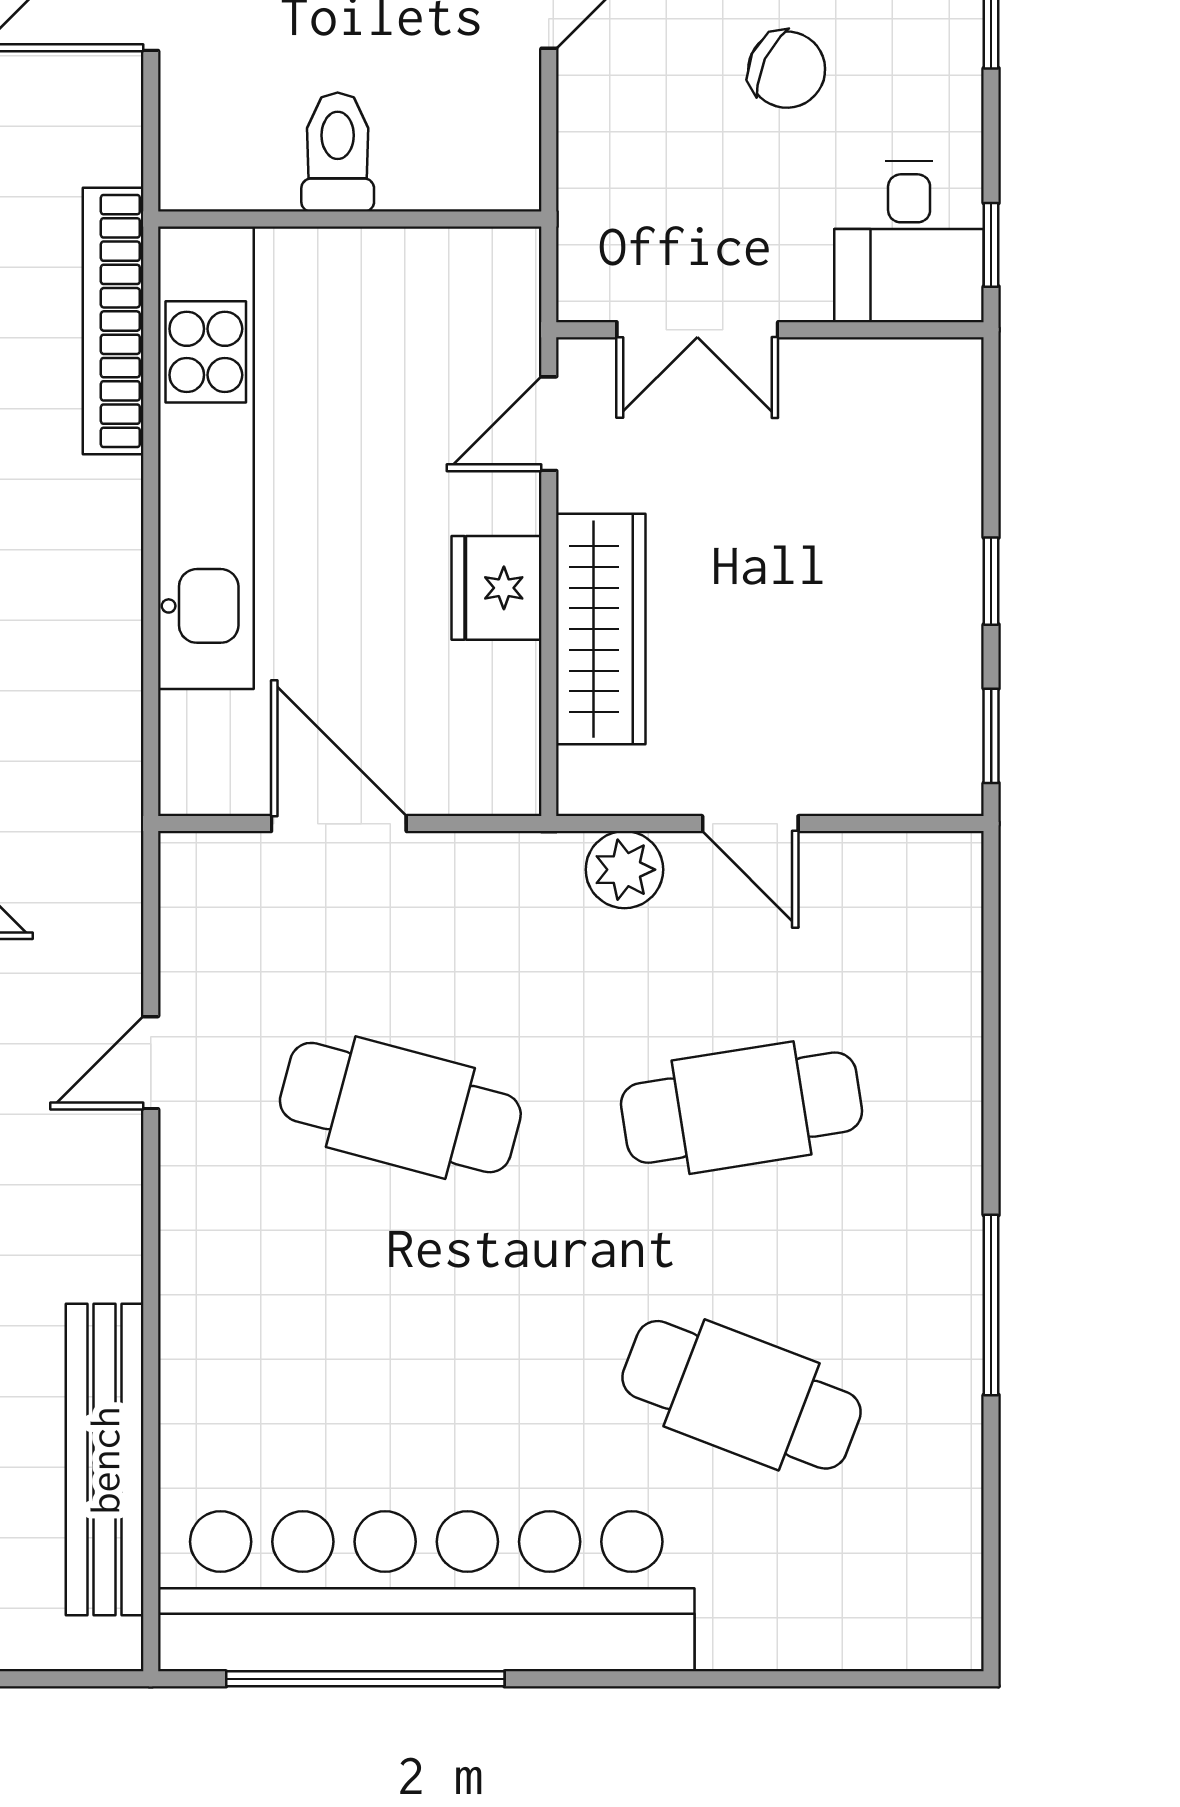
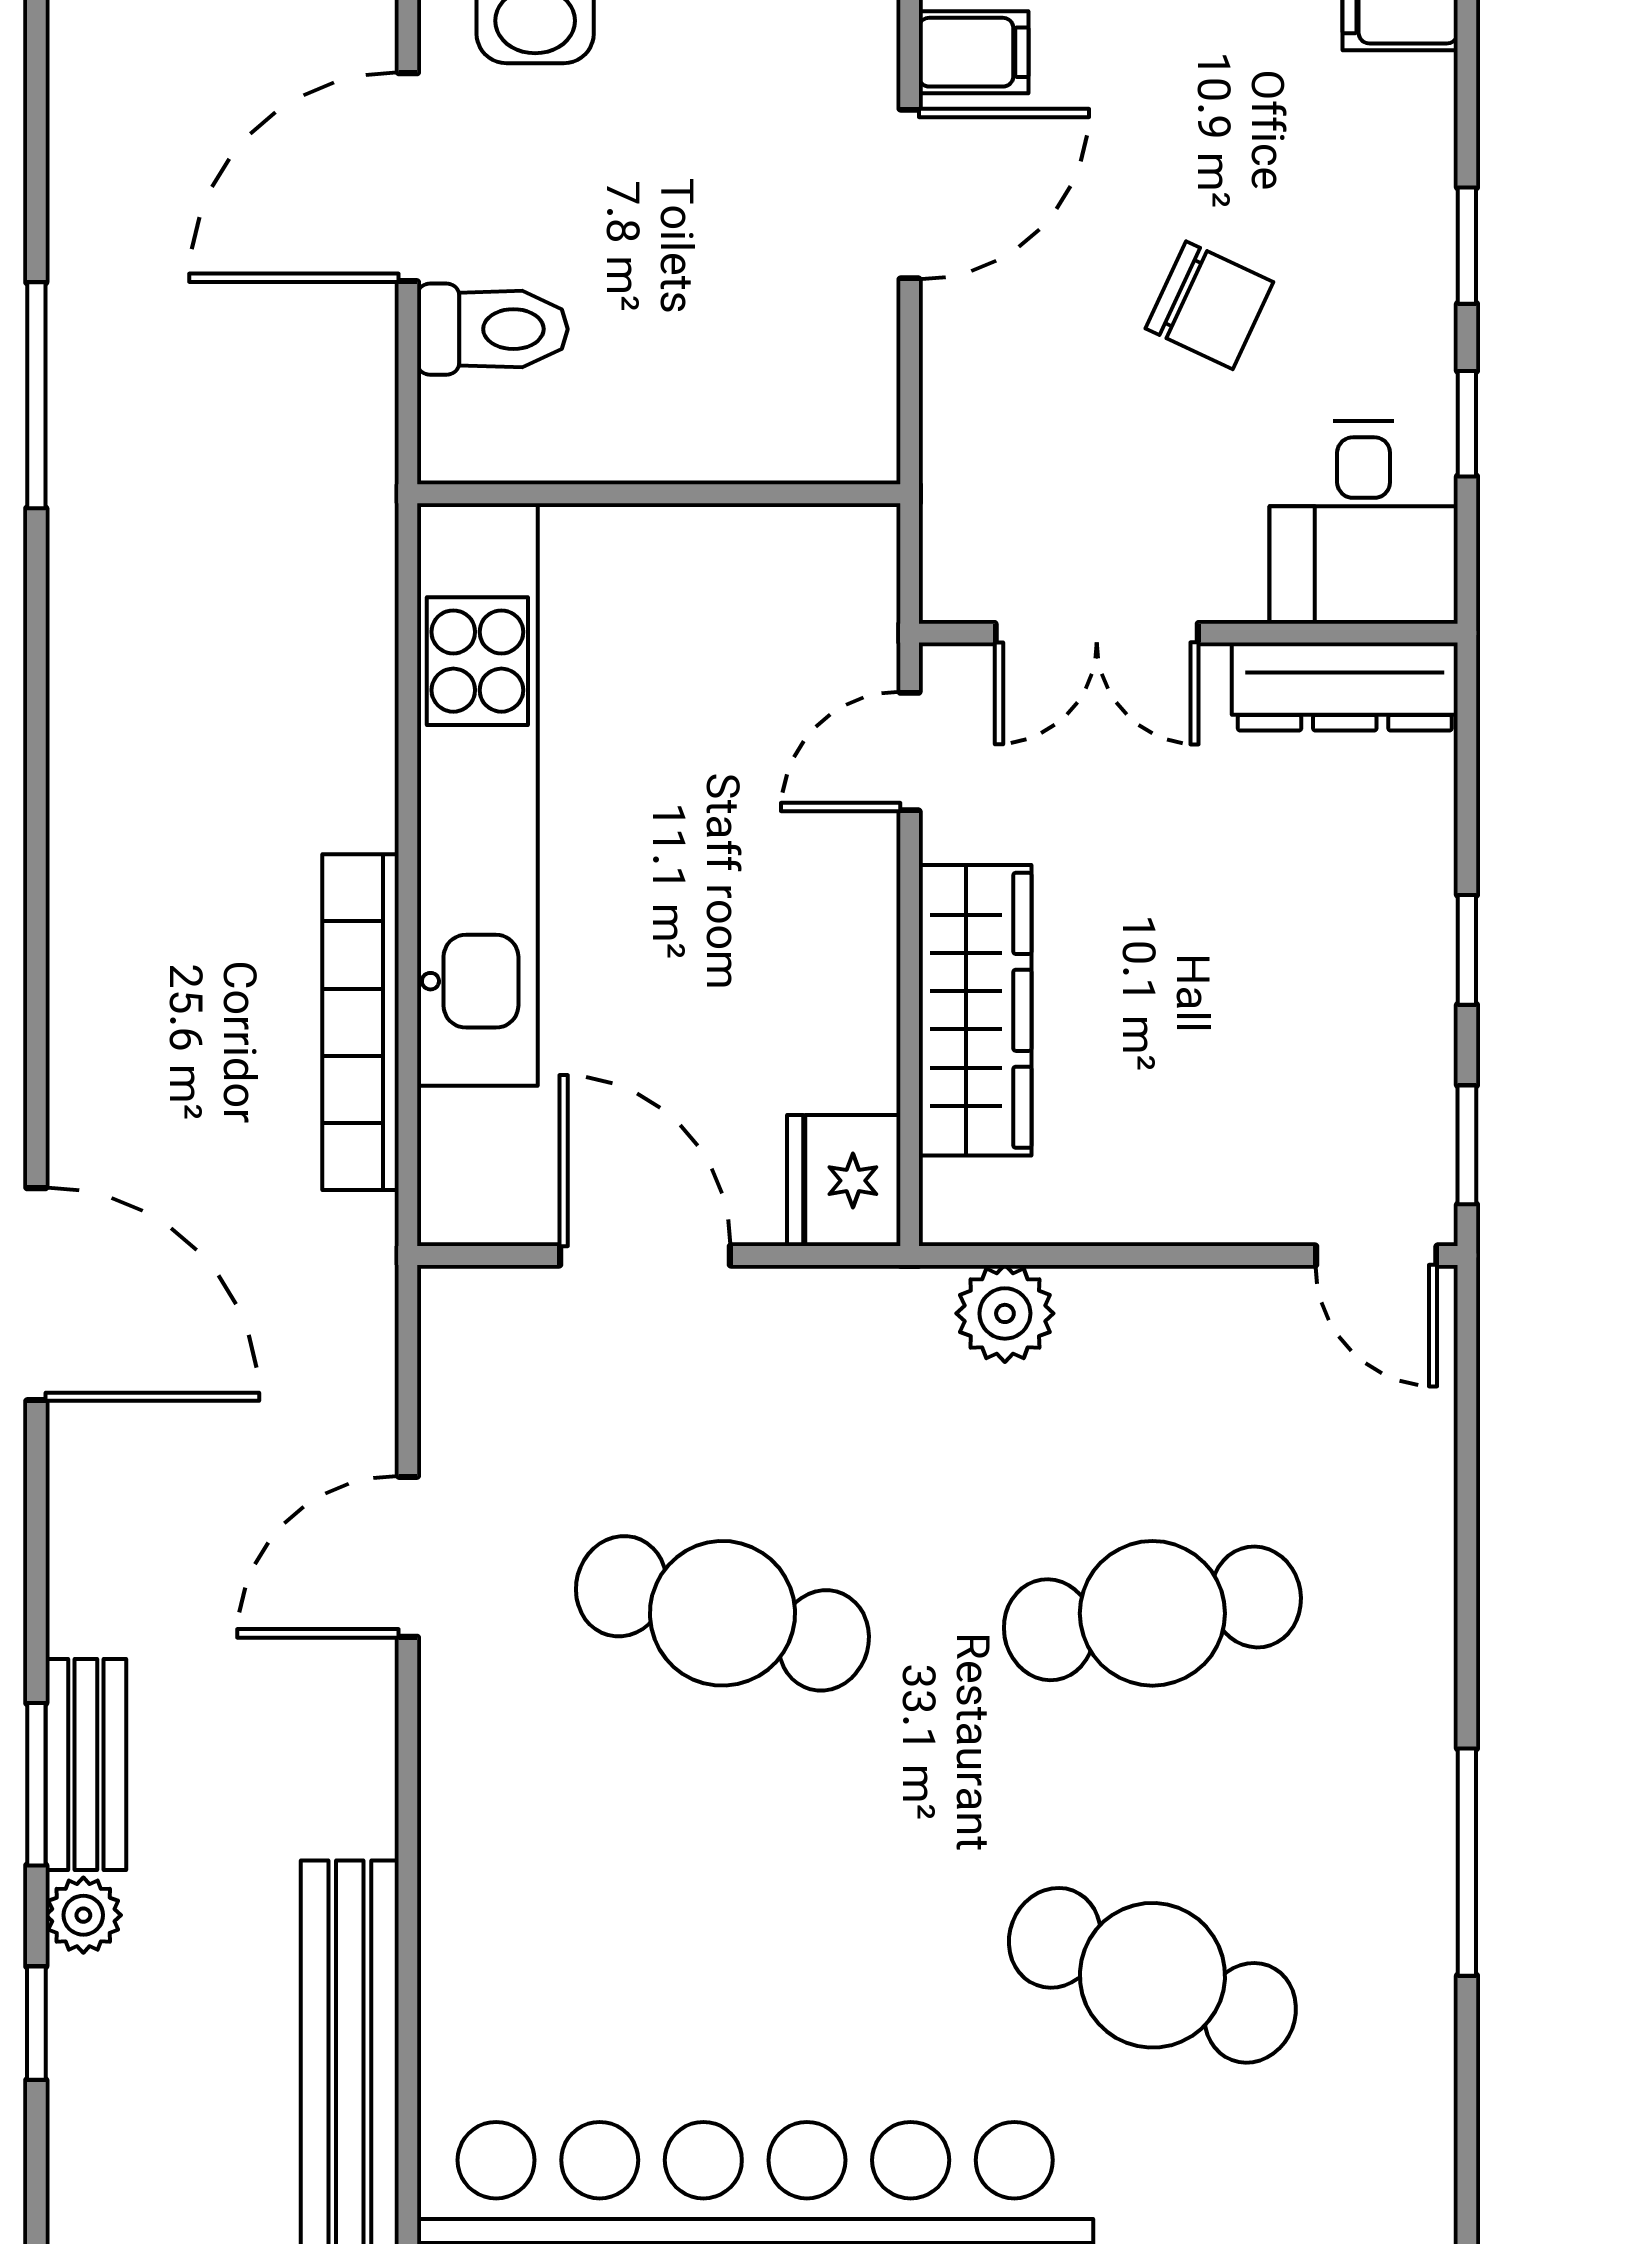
toilet: (338, 152) -> (492, 329), moved, turned 90
window: (991, 245) -> (1467, 424), moved
bookcase: (113, 321) -> (360, 1022), moved
dresser: (894, 372) -> (1345, 687), added
fridge: (497, 588) -> (844, 1181), moved
door: (750, 824) -> (1376, 1255), moved
door: (151, 1063) -> (408, 1557), width x1.38

